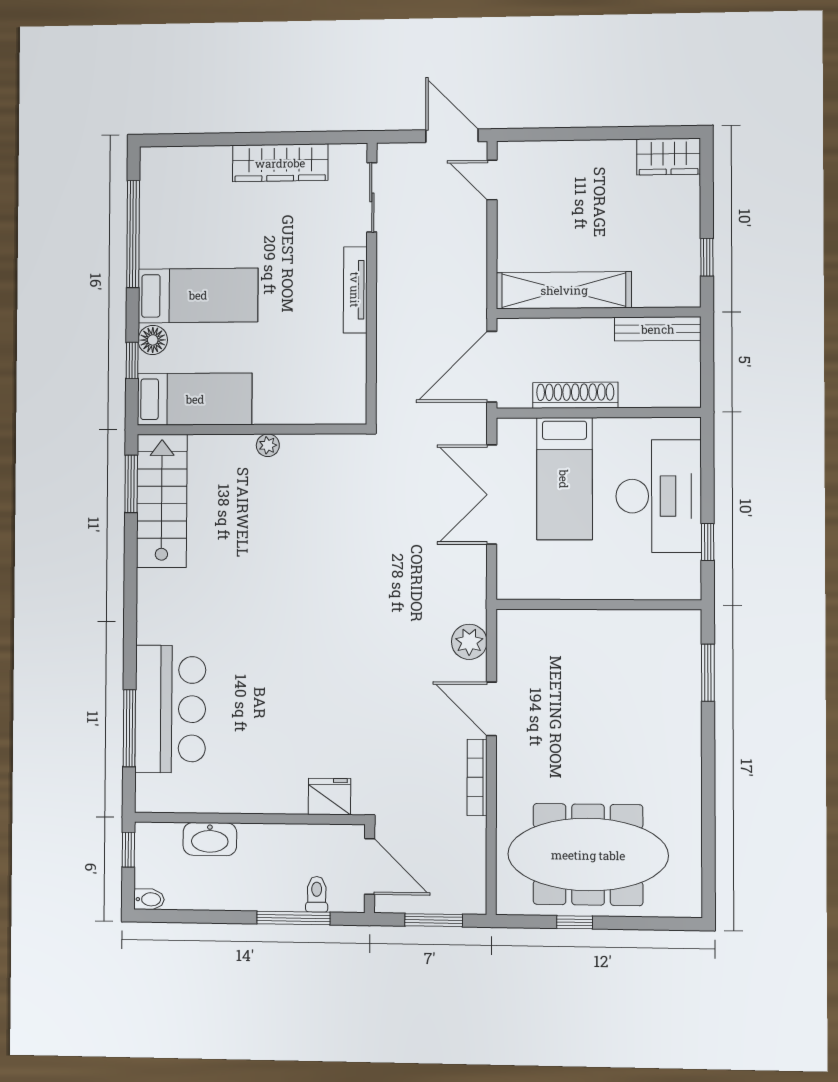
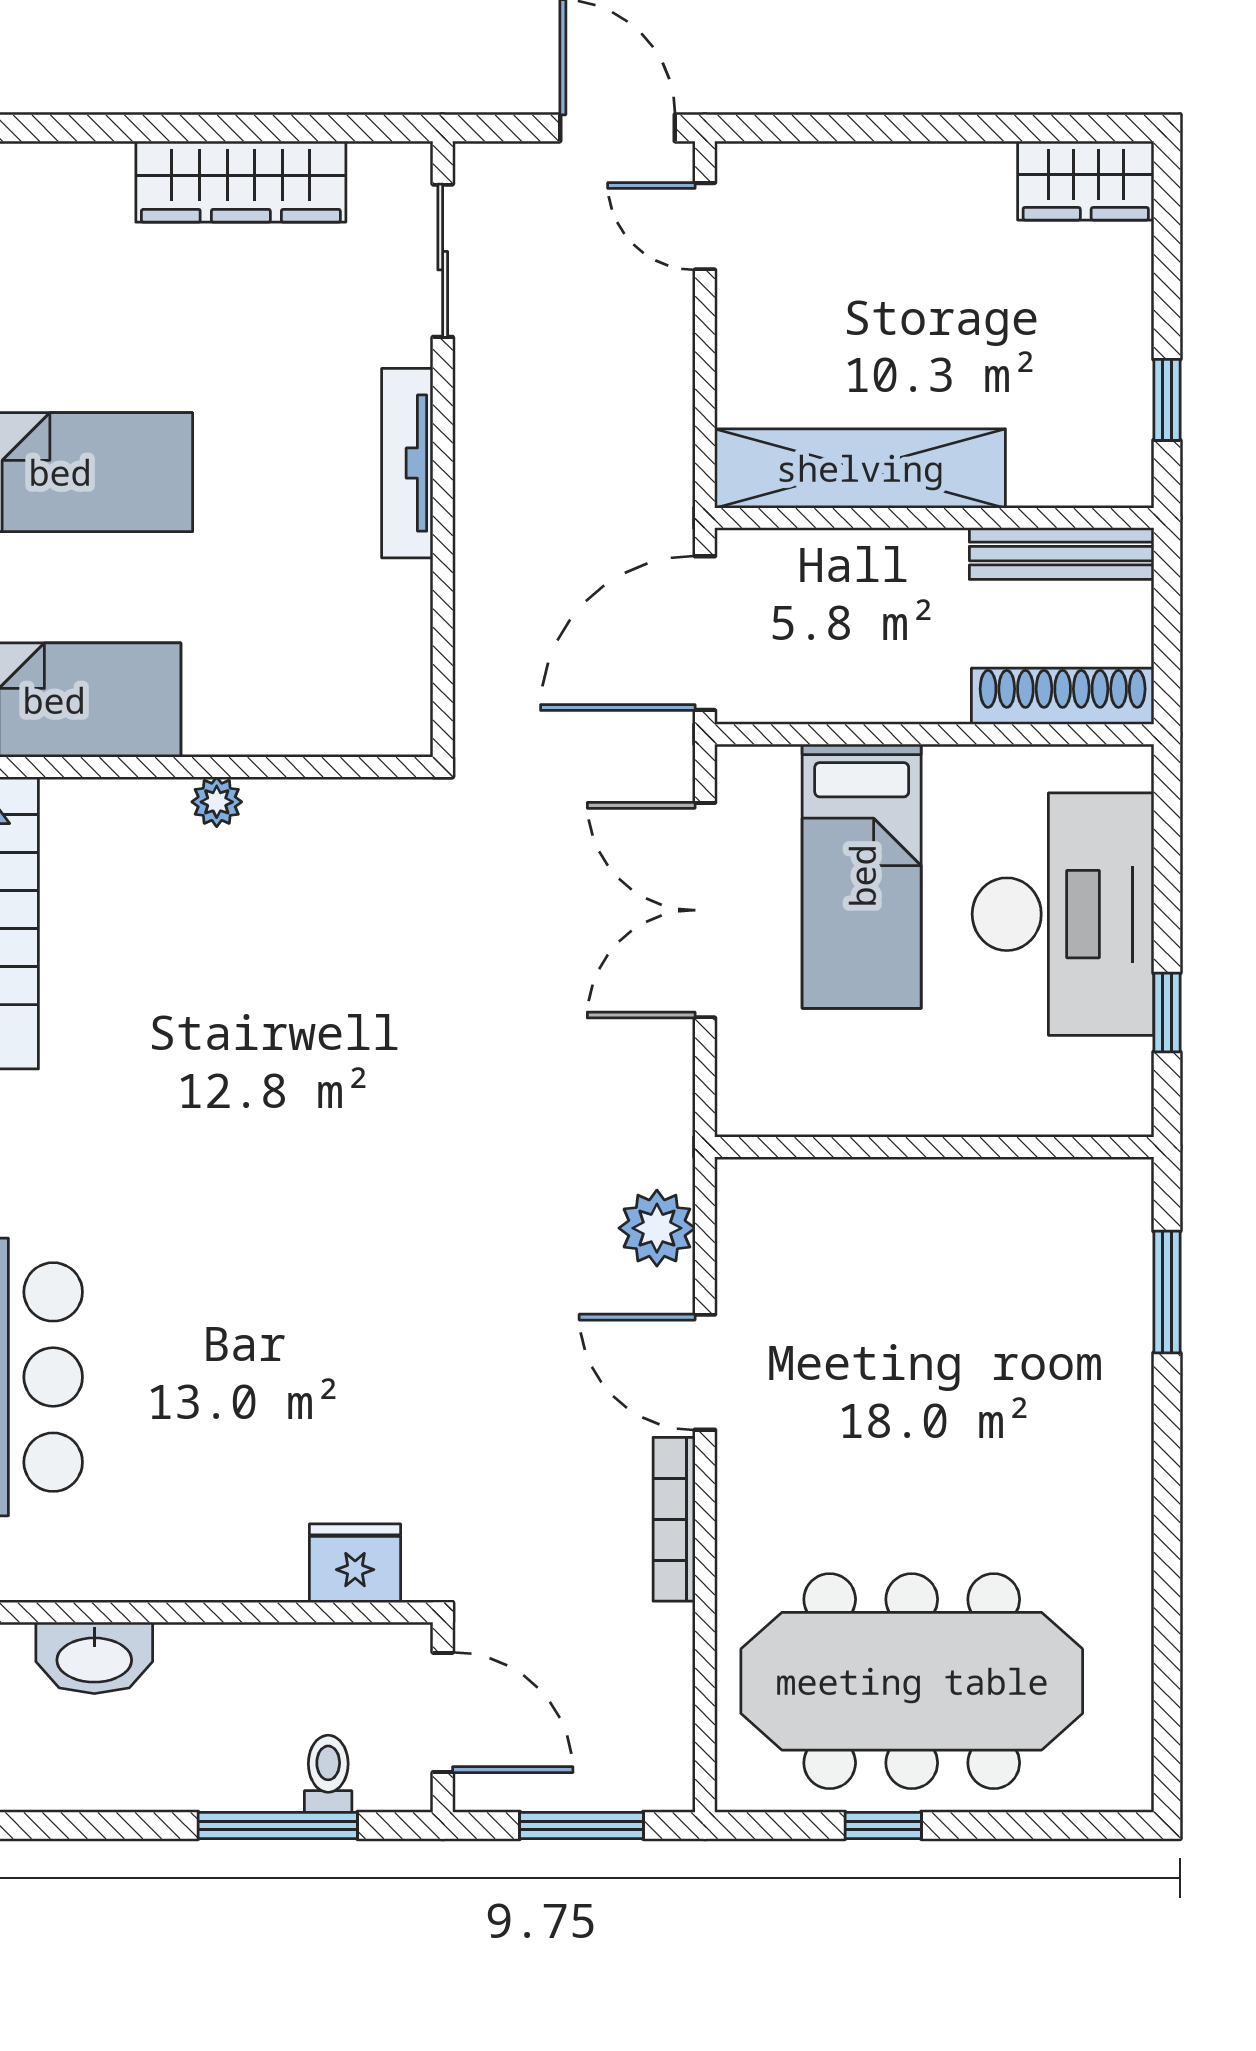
shoe rack: (575, 395) -> (1063, 696), moved

